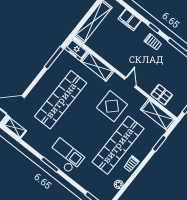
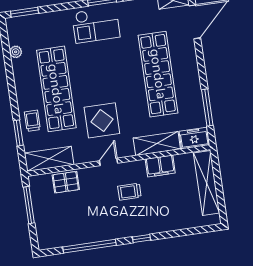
filing cabinet: (130, 20) -> (160, 166), moved, turned 180
trolley: (153, 42) -> (129, 192), moved
door: (130, 82) -> (109, 162), swing flipped
trolley: (131, 164) -> (32, 121), moved

